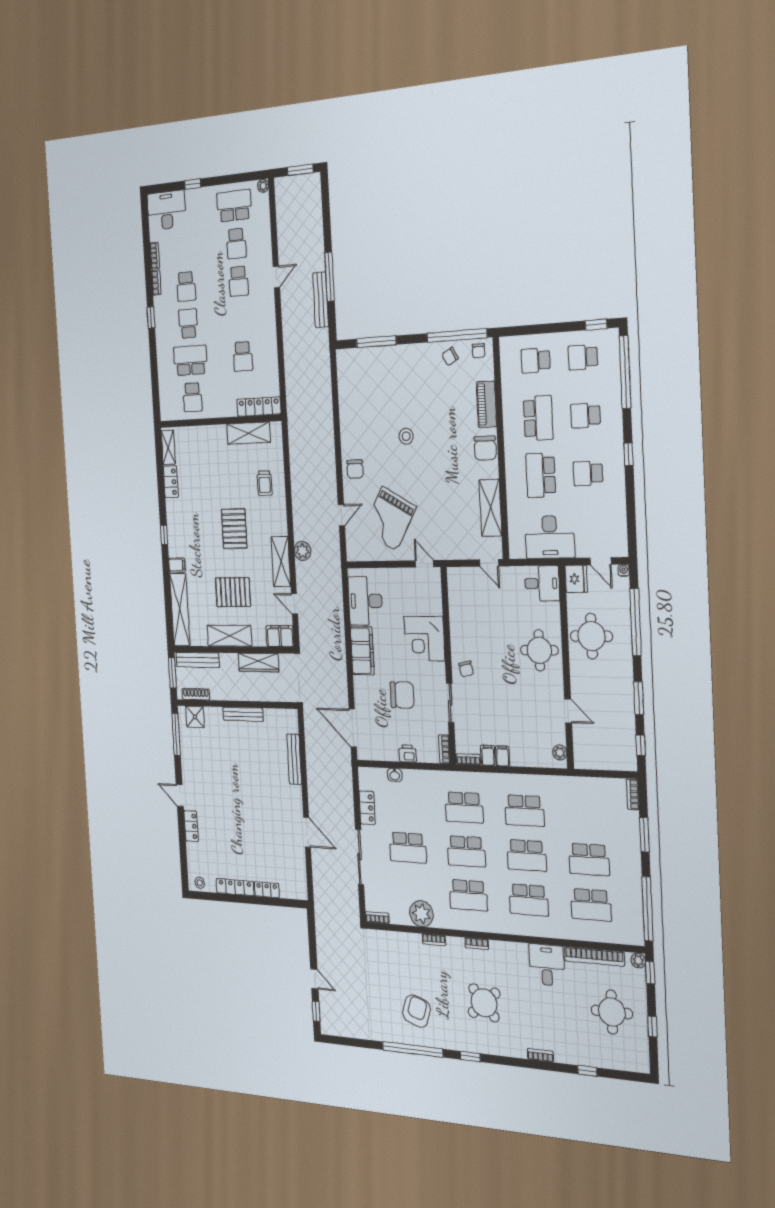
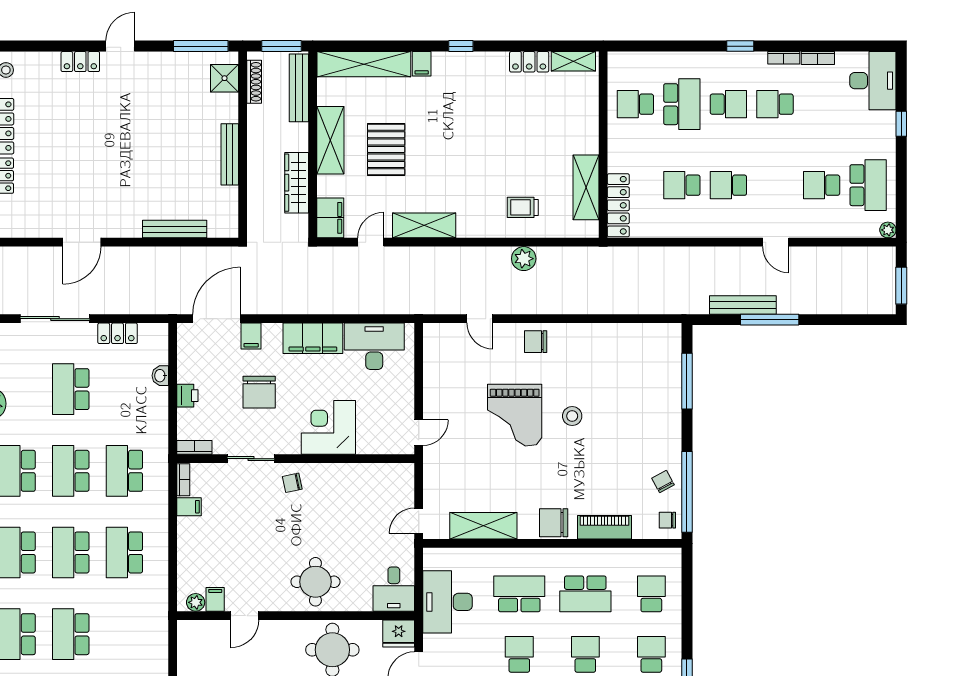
school desk: (238, 281) -> (728, 185), moved
grand piano: (389, 519) -> (515, 415), moved, turned -120
pallet: (234, 529) -> (467, 157), removed
plant: (302, 551) -> (524, 259), moved
filing cabinet: (363, 701) -> (251, 336), added
filing cabinet: (503, 756) -> (215, 599), moved, turned -90

